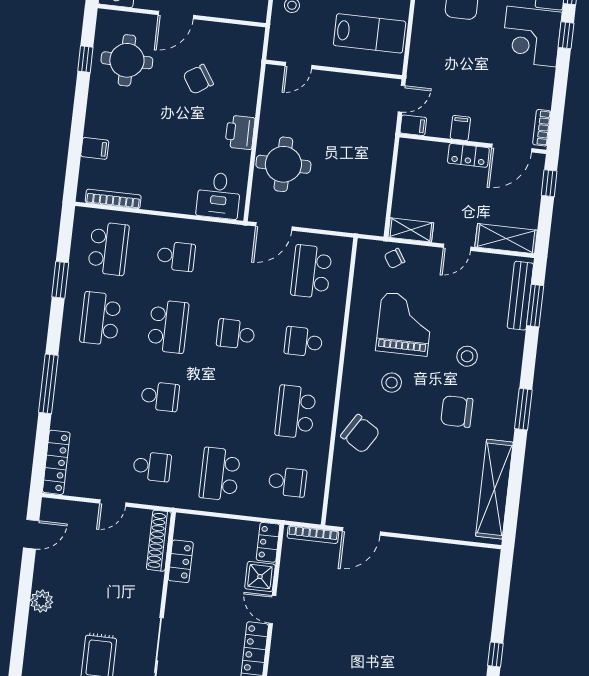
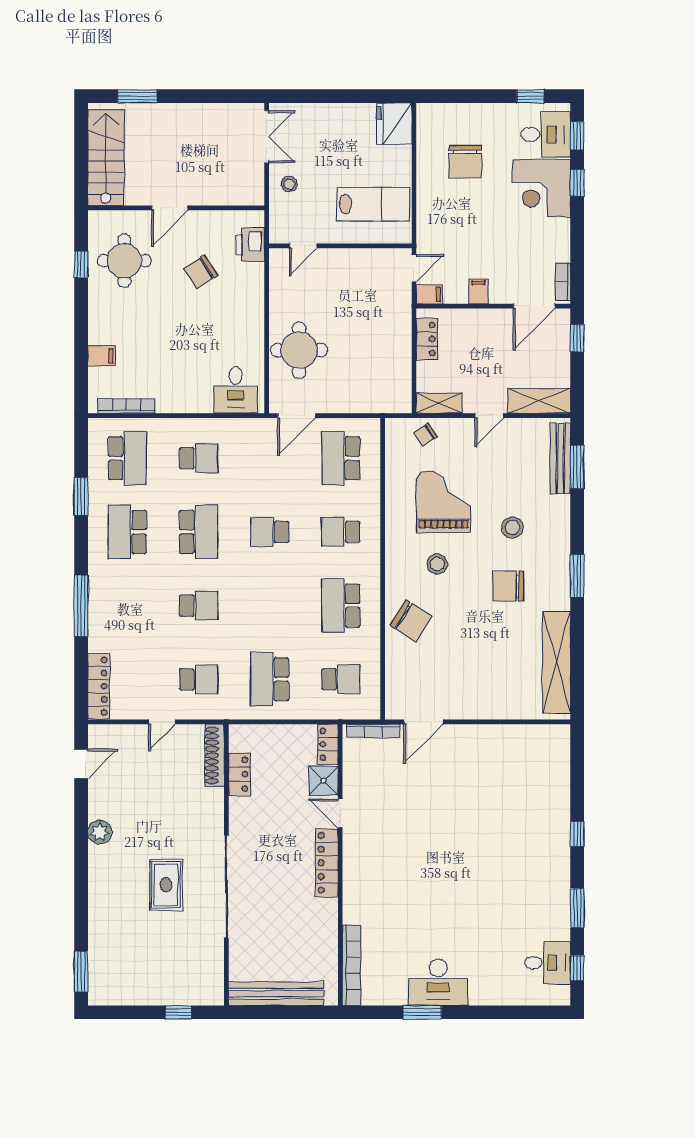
printer: (240, 132) -> (250, 245), moved
locker: (468, 155) -> (427, 339), moved, turned -90

